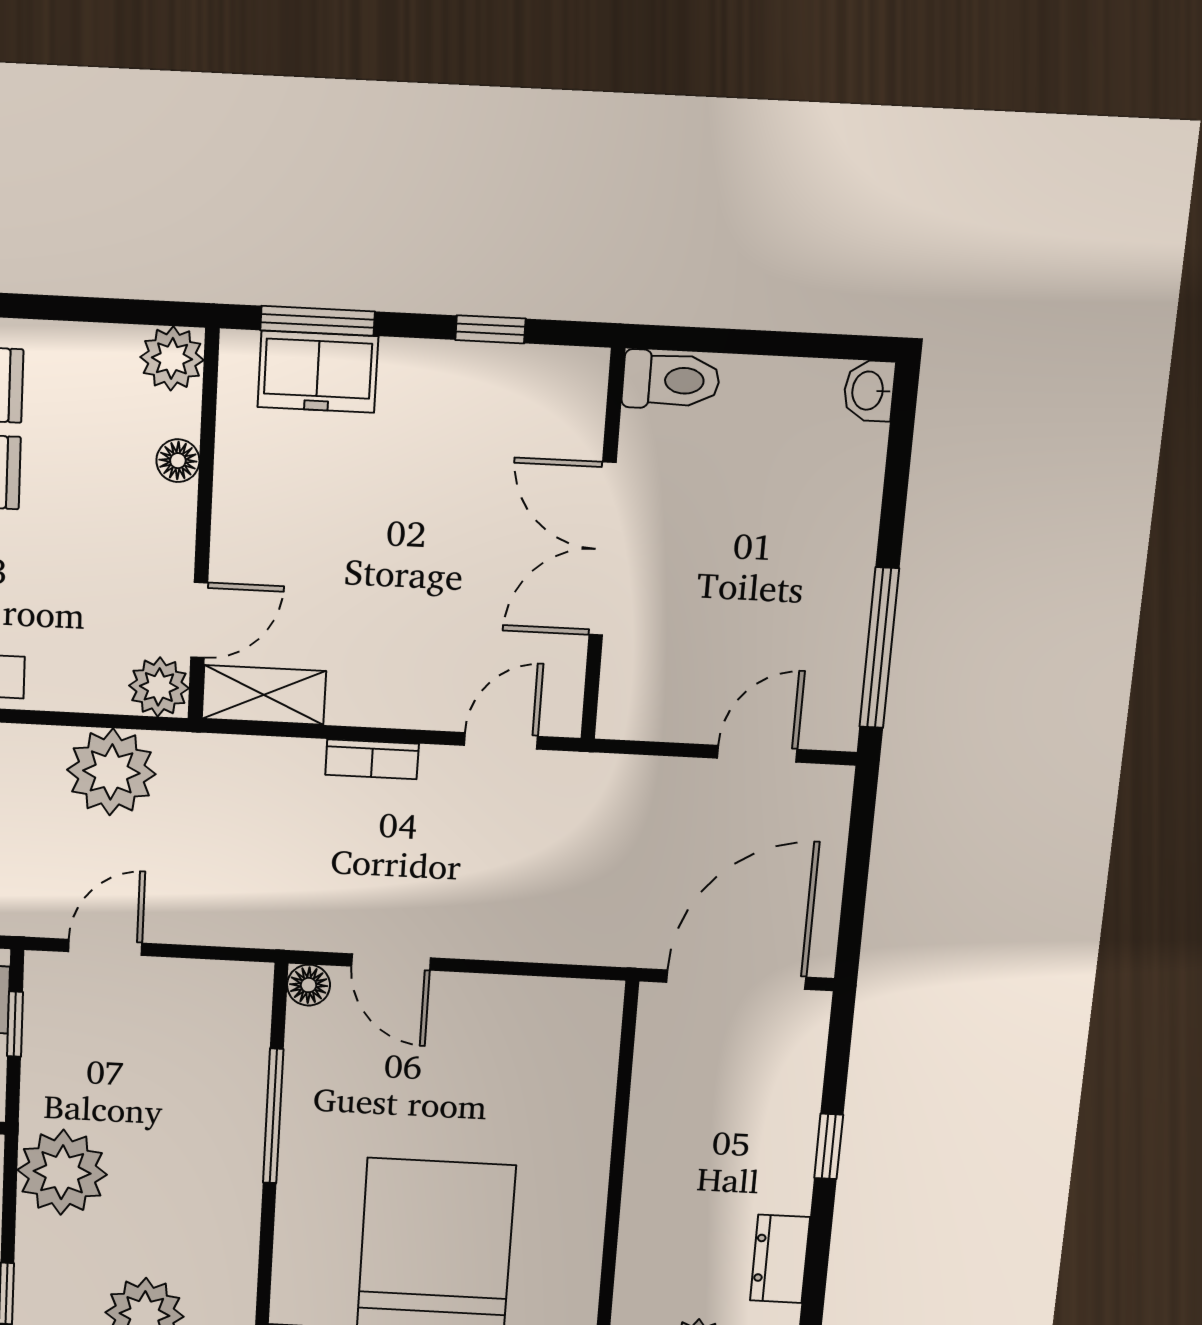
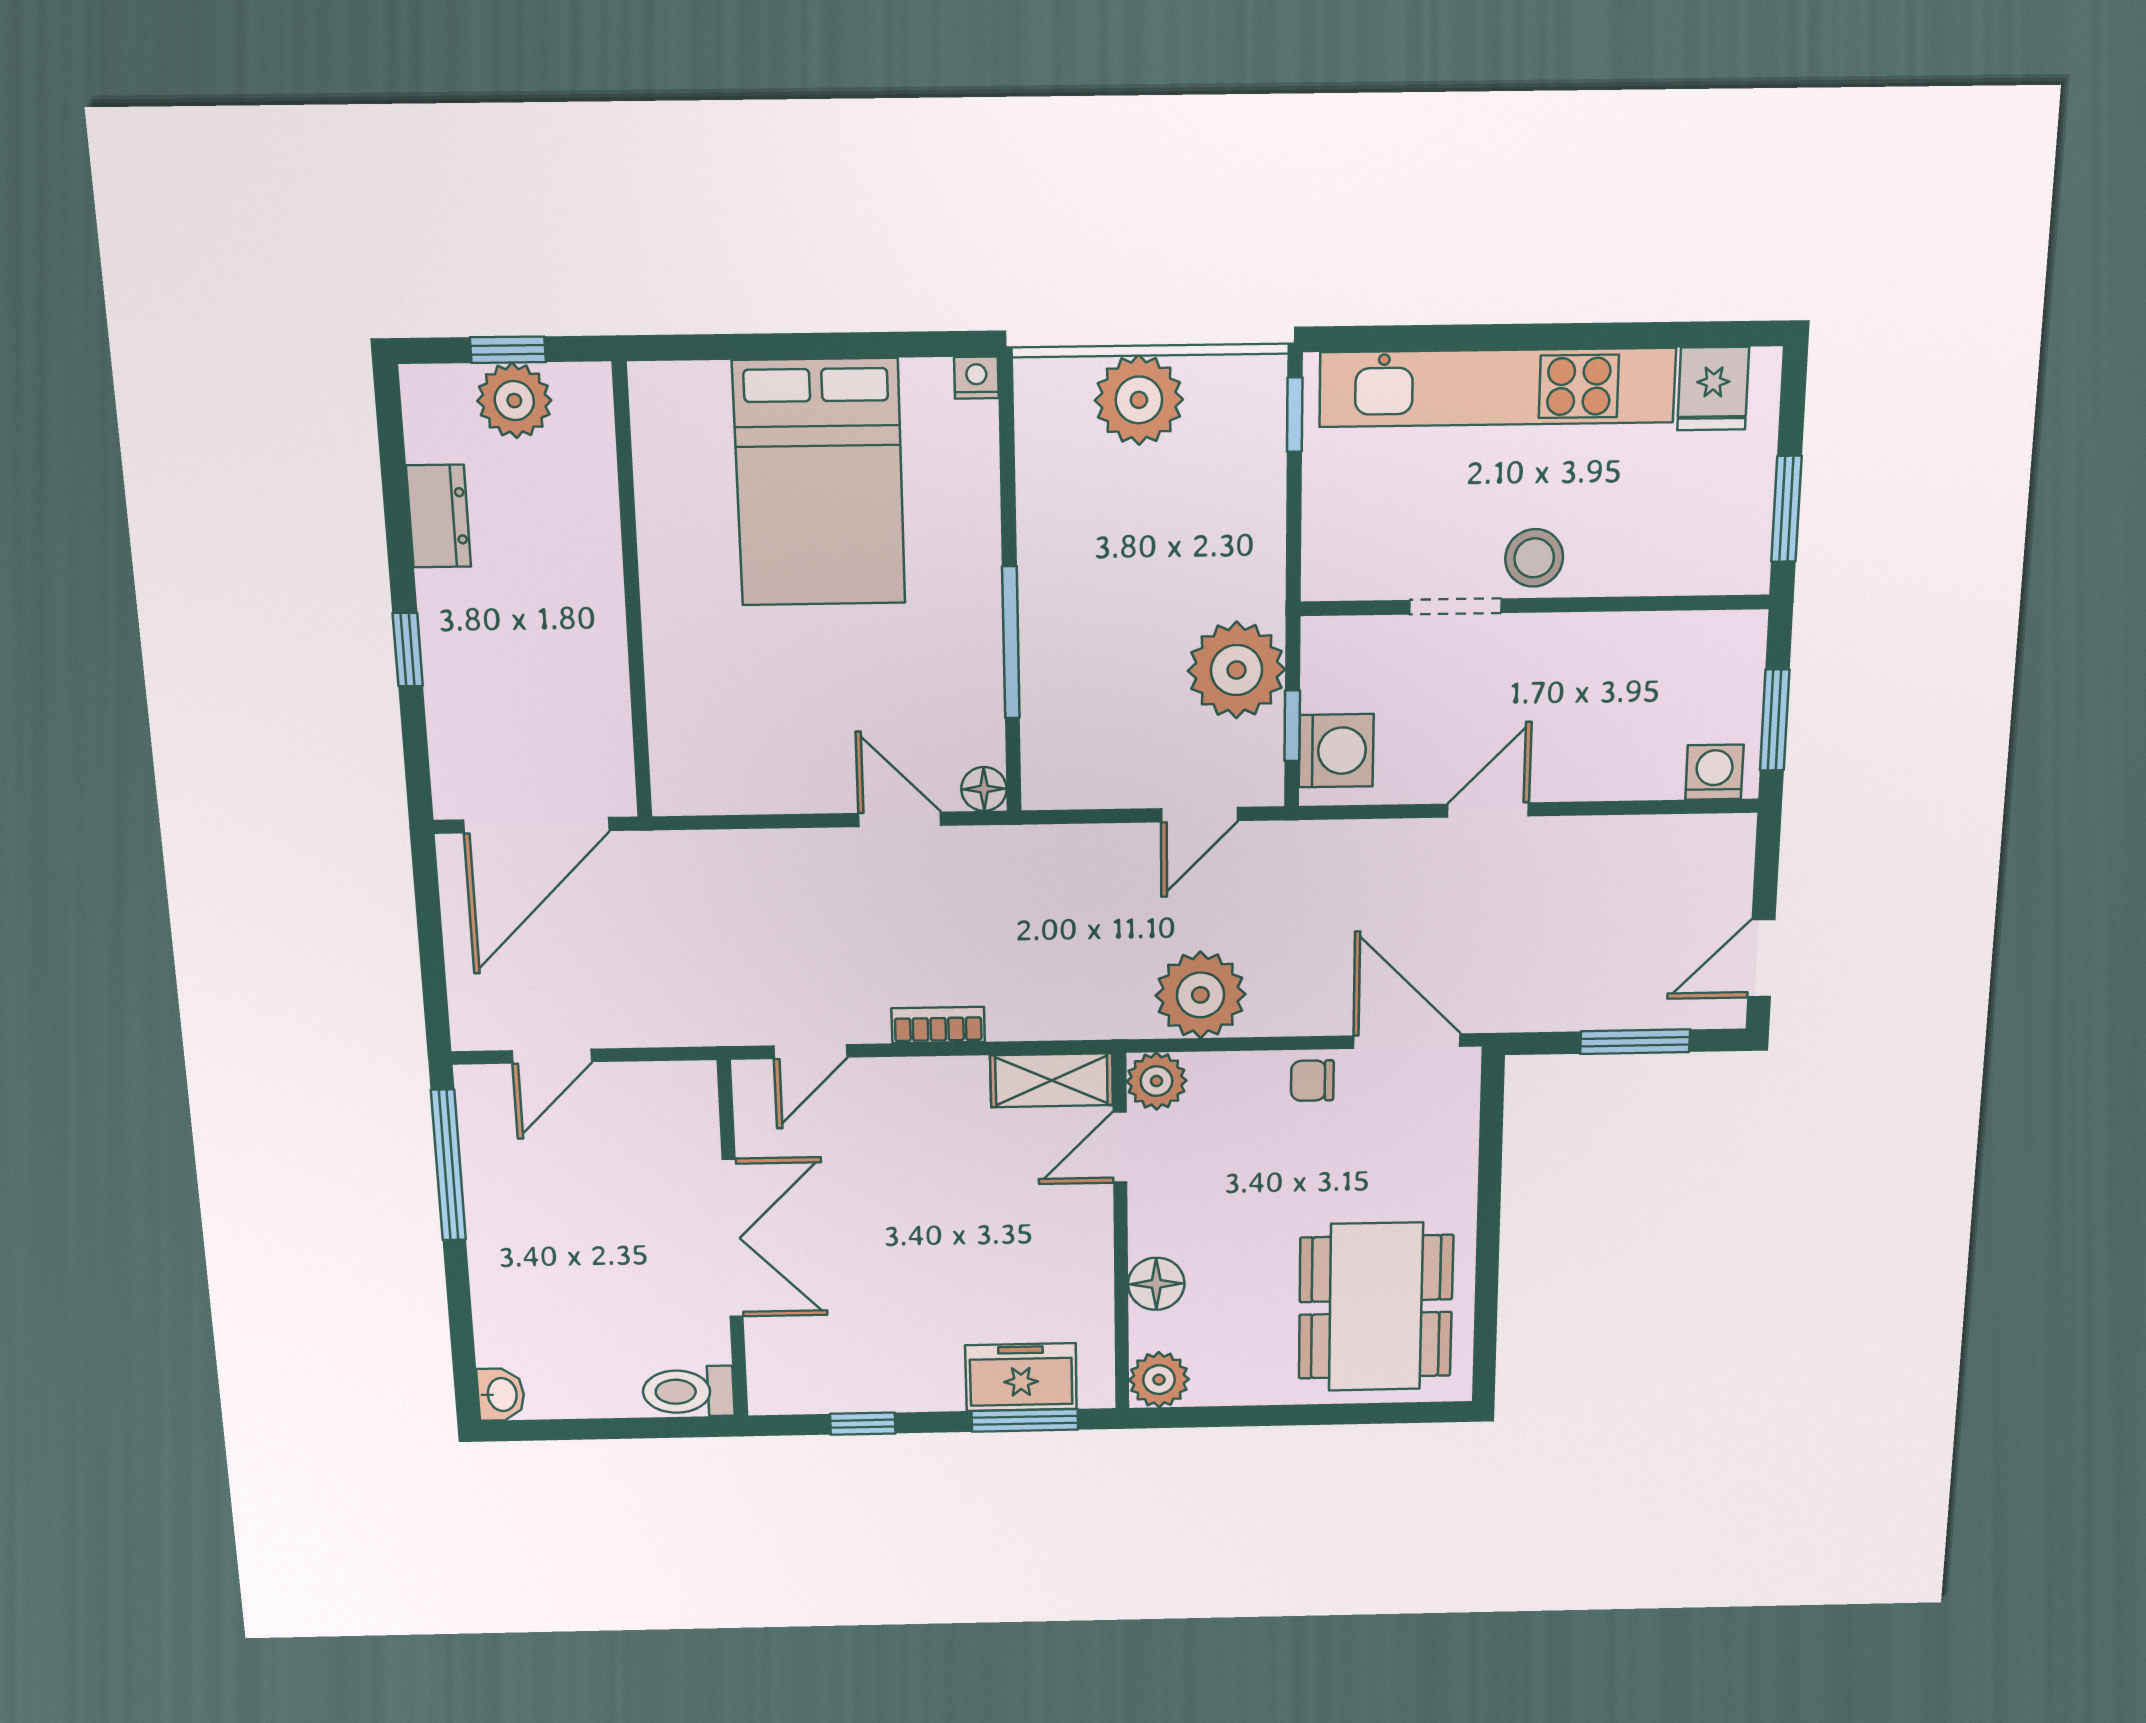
floor lamp: (178, 461) -> (1156, 1284), width x1.37, depth x1.37
plant: (62, 1172) -> (1237, 670), moved

